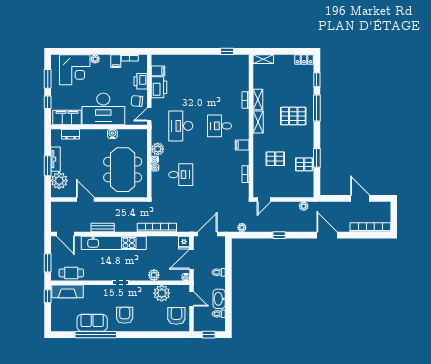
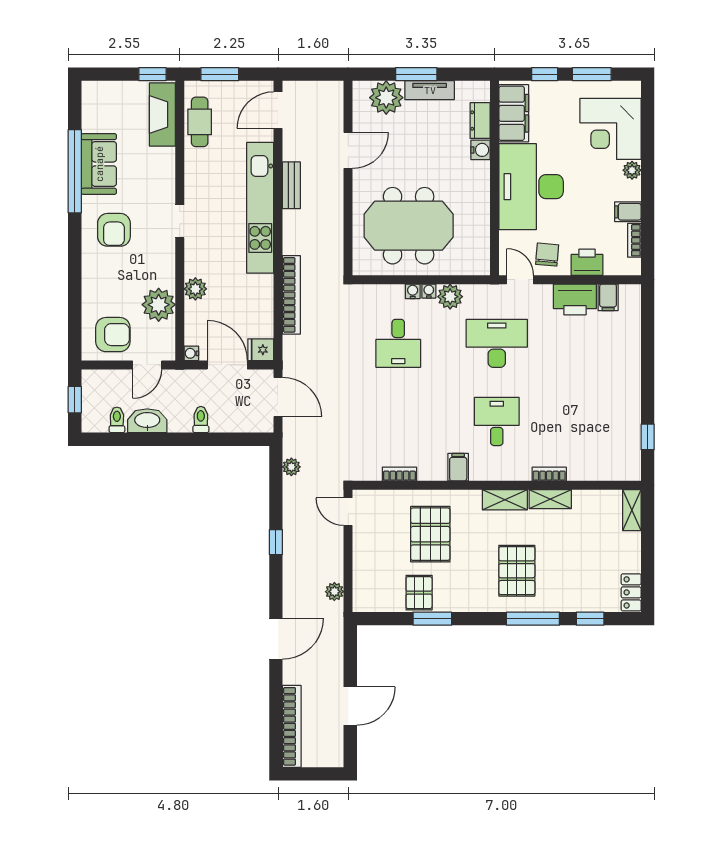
water cooler: (112, 134) -> (481, 150), moved
pallet: (275, 159) -> (430, 534), width x1.50, depth x1.42
armchair: (125, 315) -> (114, 230), turned 90

